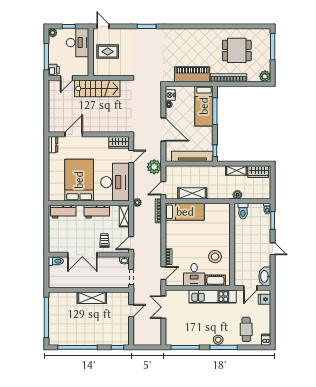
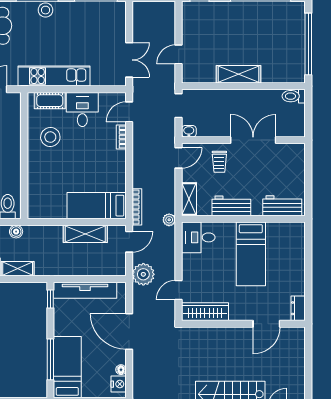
wardrobe: (119, 142) -> (205, 312), width x1.50
bed: (79, 180) -> (251, 254), width x0.67
desk: (115, 182) -> (198, 237), width x0.53, depth x0.77
toilet: (56, 261) -> (294, 96), moved

